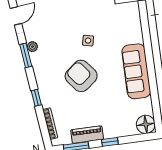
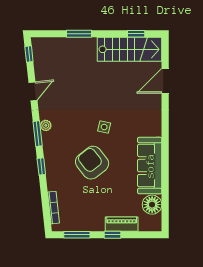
window: (36, 98) -> (41, 166), moved
floor lamp: (146, 124) -> (152, 205), moved
piano: (87, 135) -> (122, 224), moved

